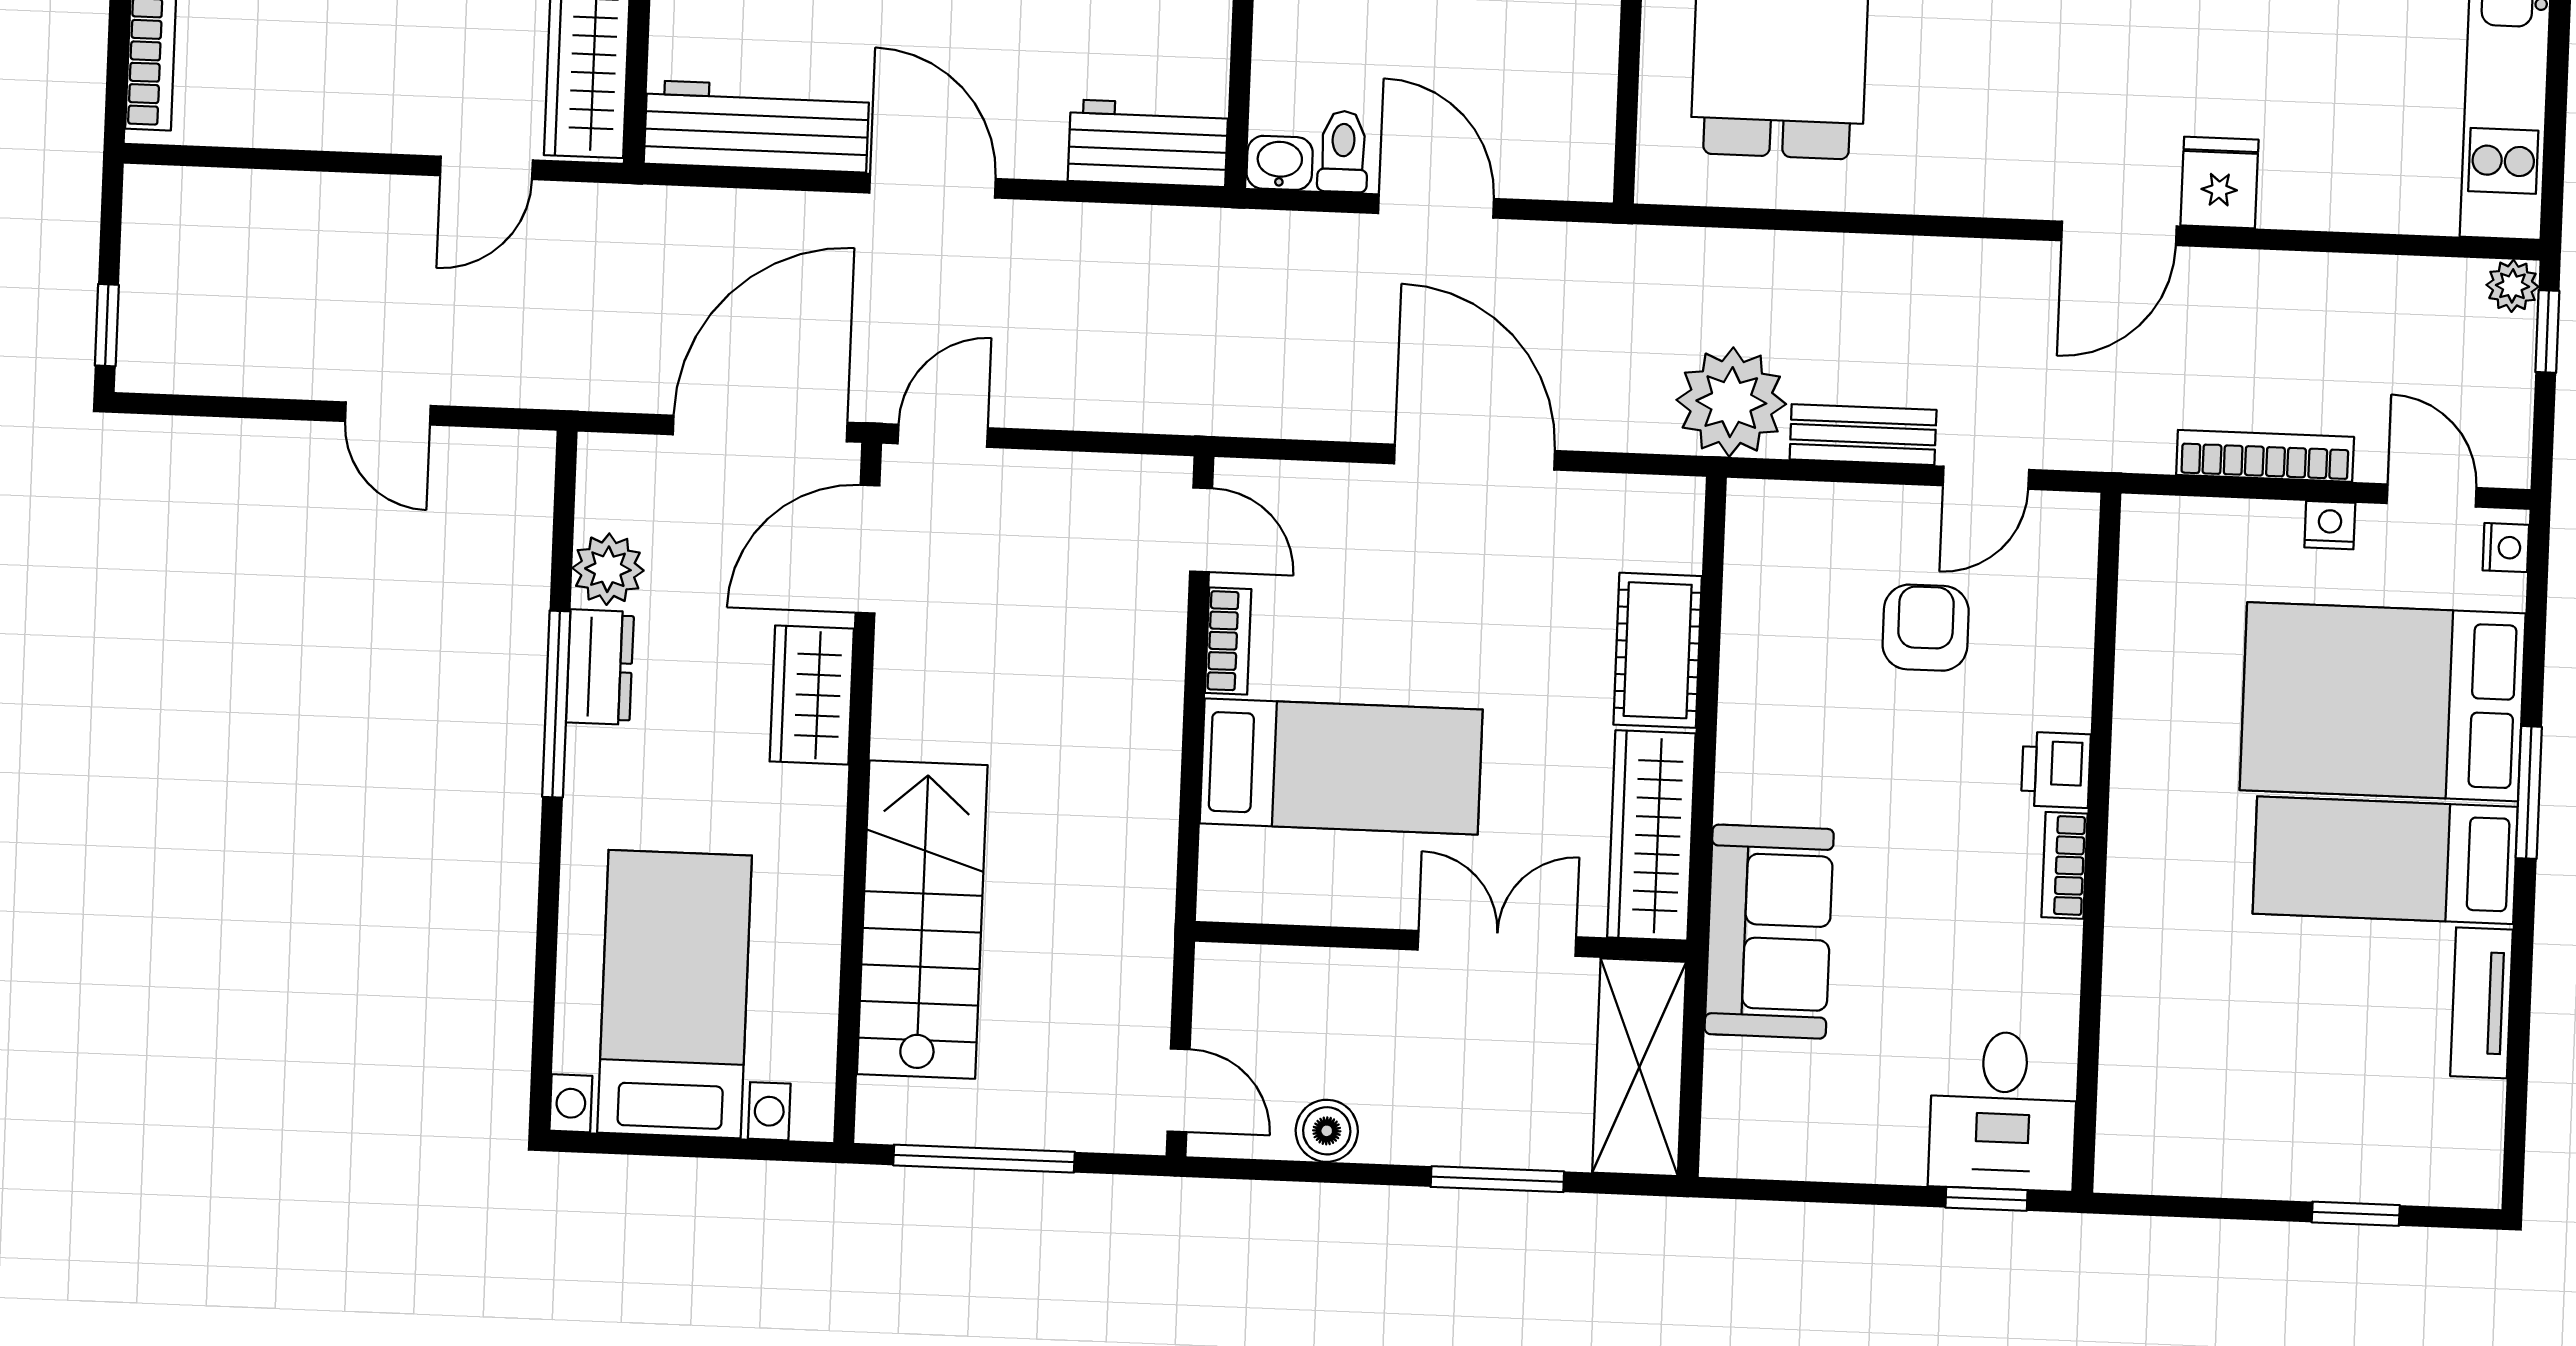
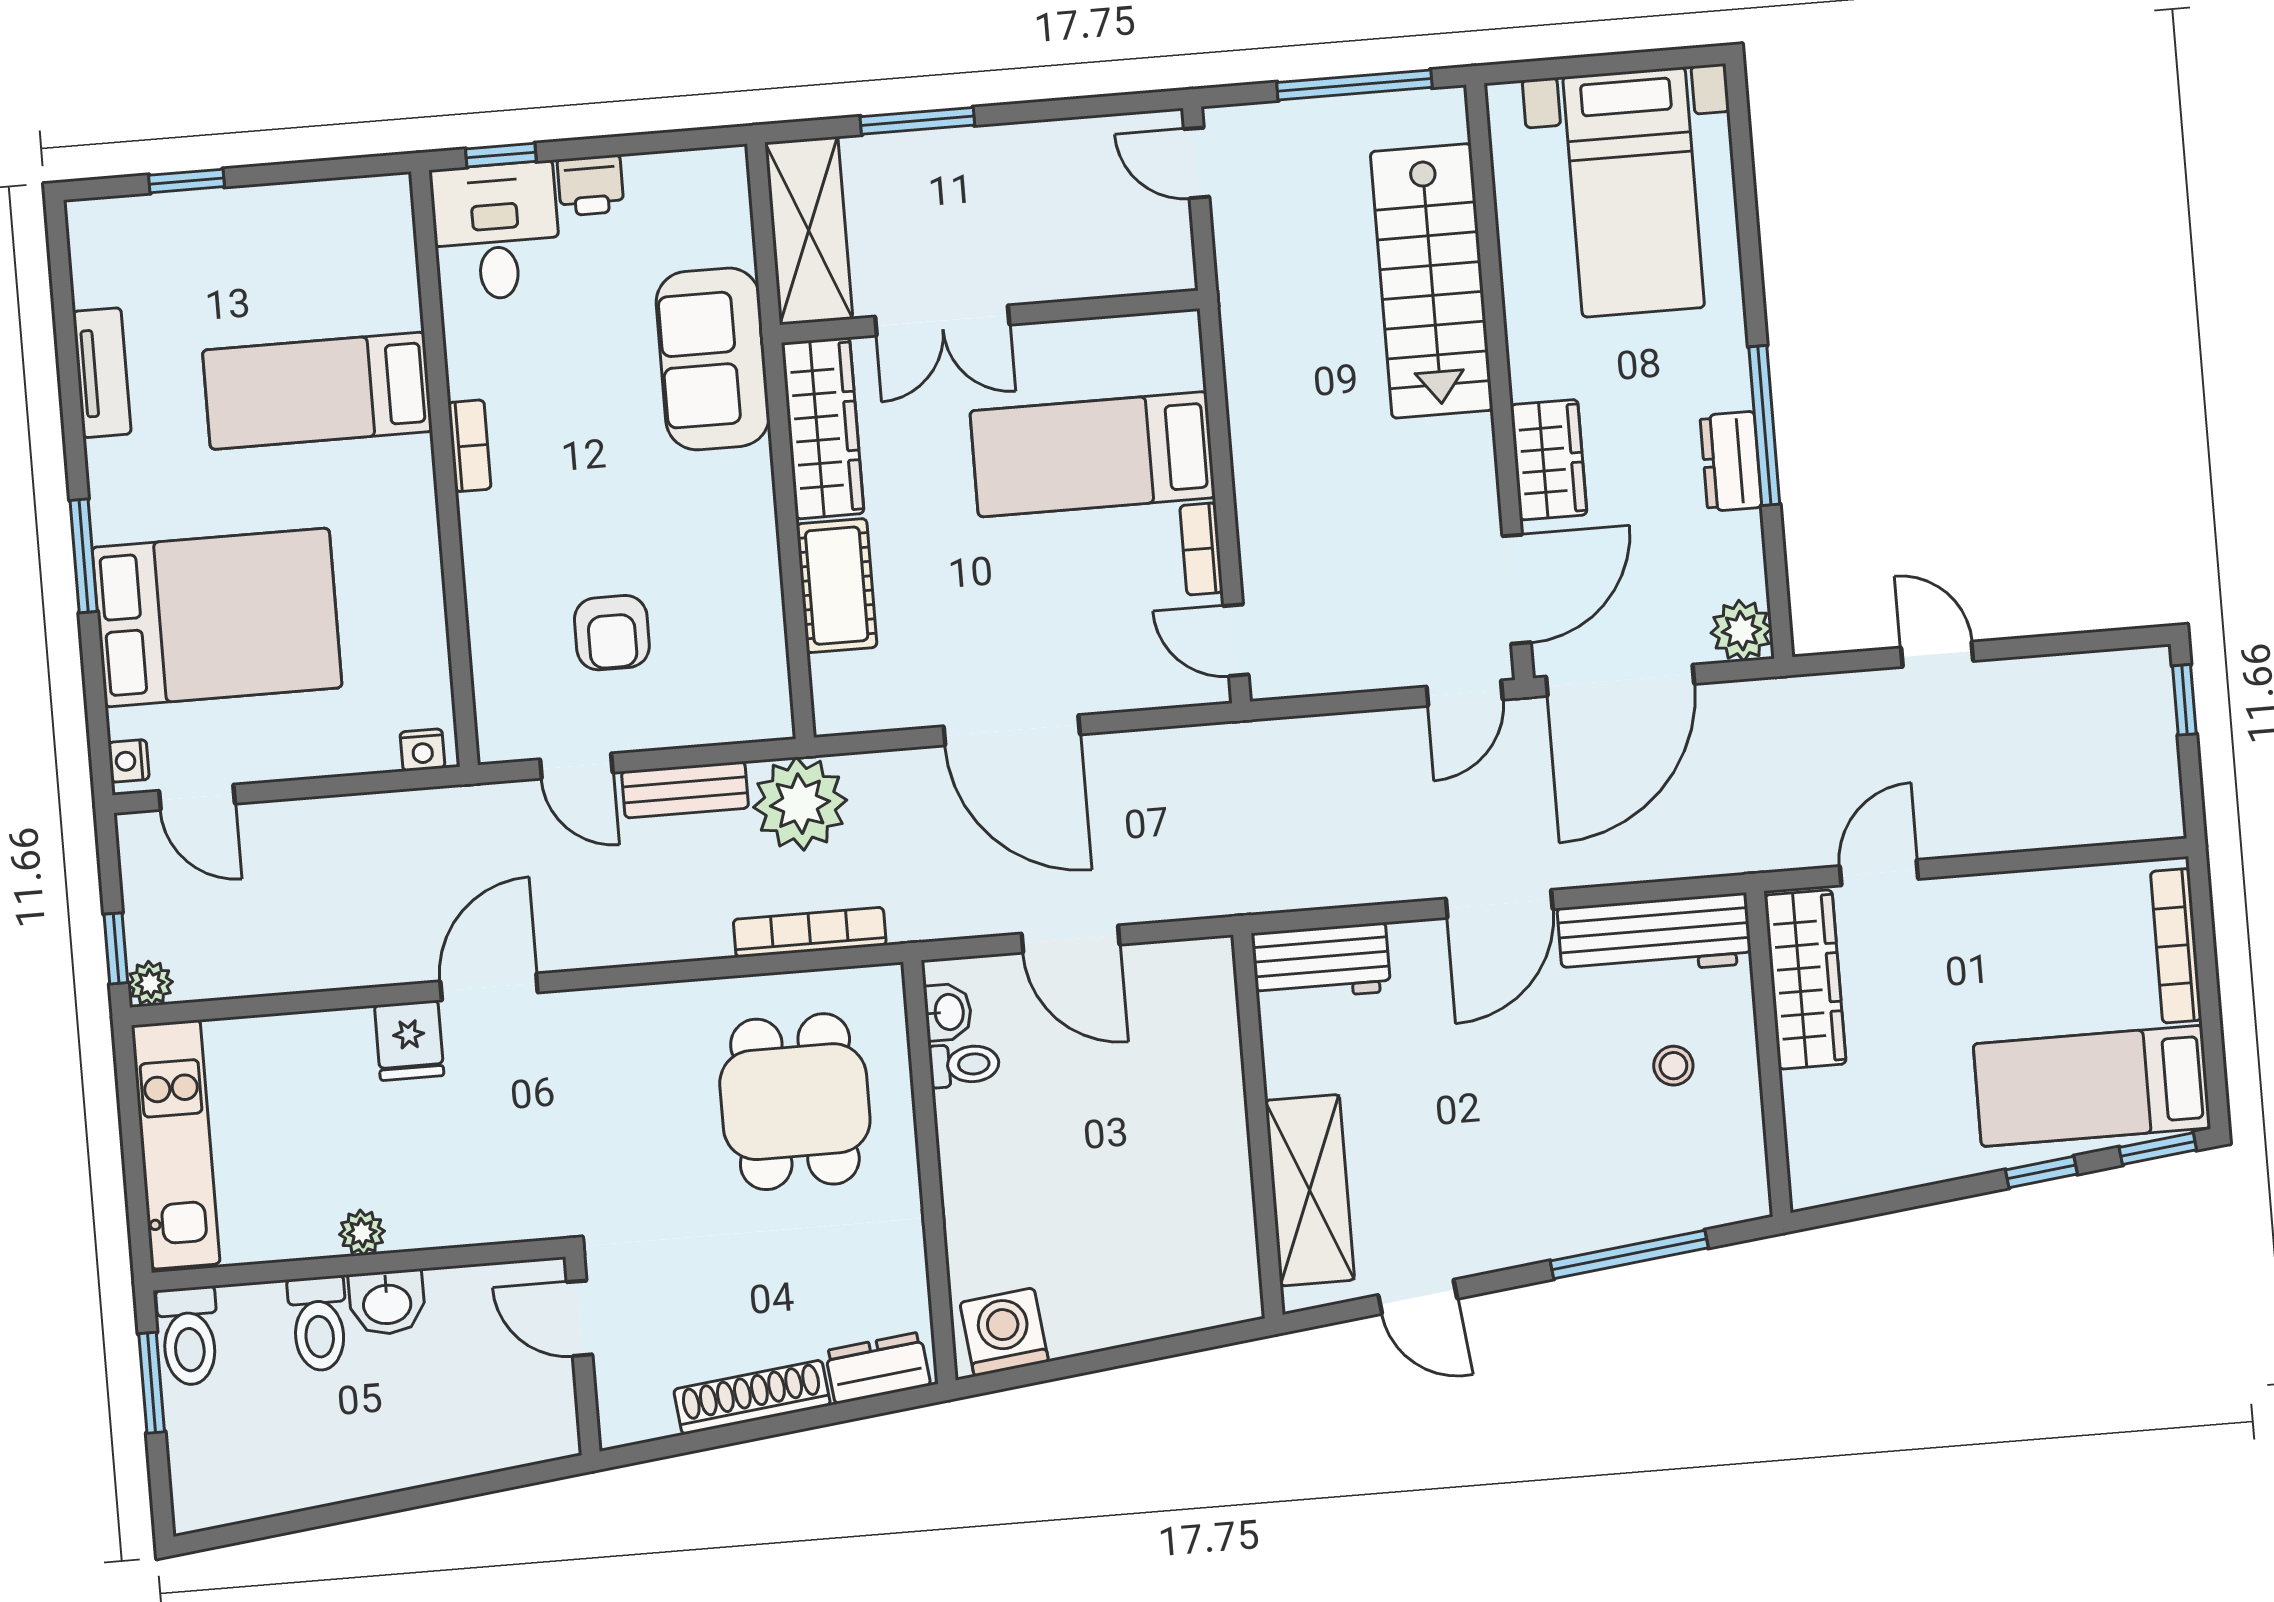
toilet: (1343, 151) -> (964, 1065), moved, turned -90
washbasin: (1280, 163) -> (948, 1012), moved, turned -90
door: (932, 186) -> (1499, 904), hinge flipped
bookcase: (2265, 456) -> (810, 932), moved, turned 180
door: (1986, 478) -> (576, 766), swing flipped
nightstand: (2330, 525) -> (422, 750), moved
plant: (608, 569) -> (1741, 631), moved
printer: (2056, 770) -> (591, 185), moved, turned 90
bed: (2385, 860) -> (317, 391), moved, turned 180
boiler: (1327, 1131) -> (1067, 144), removed

